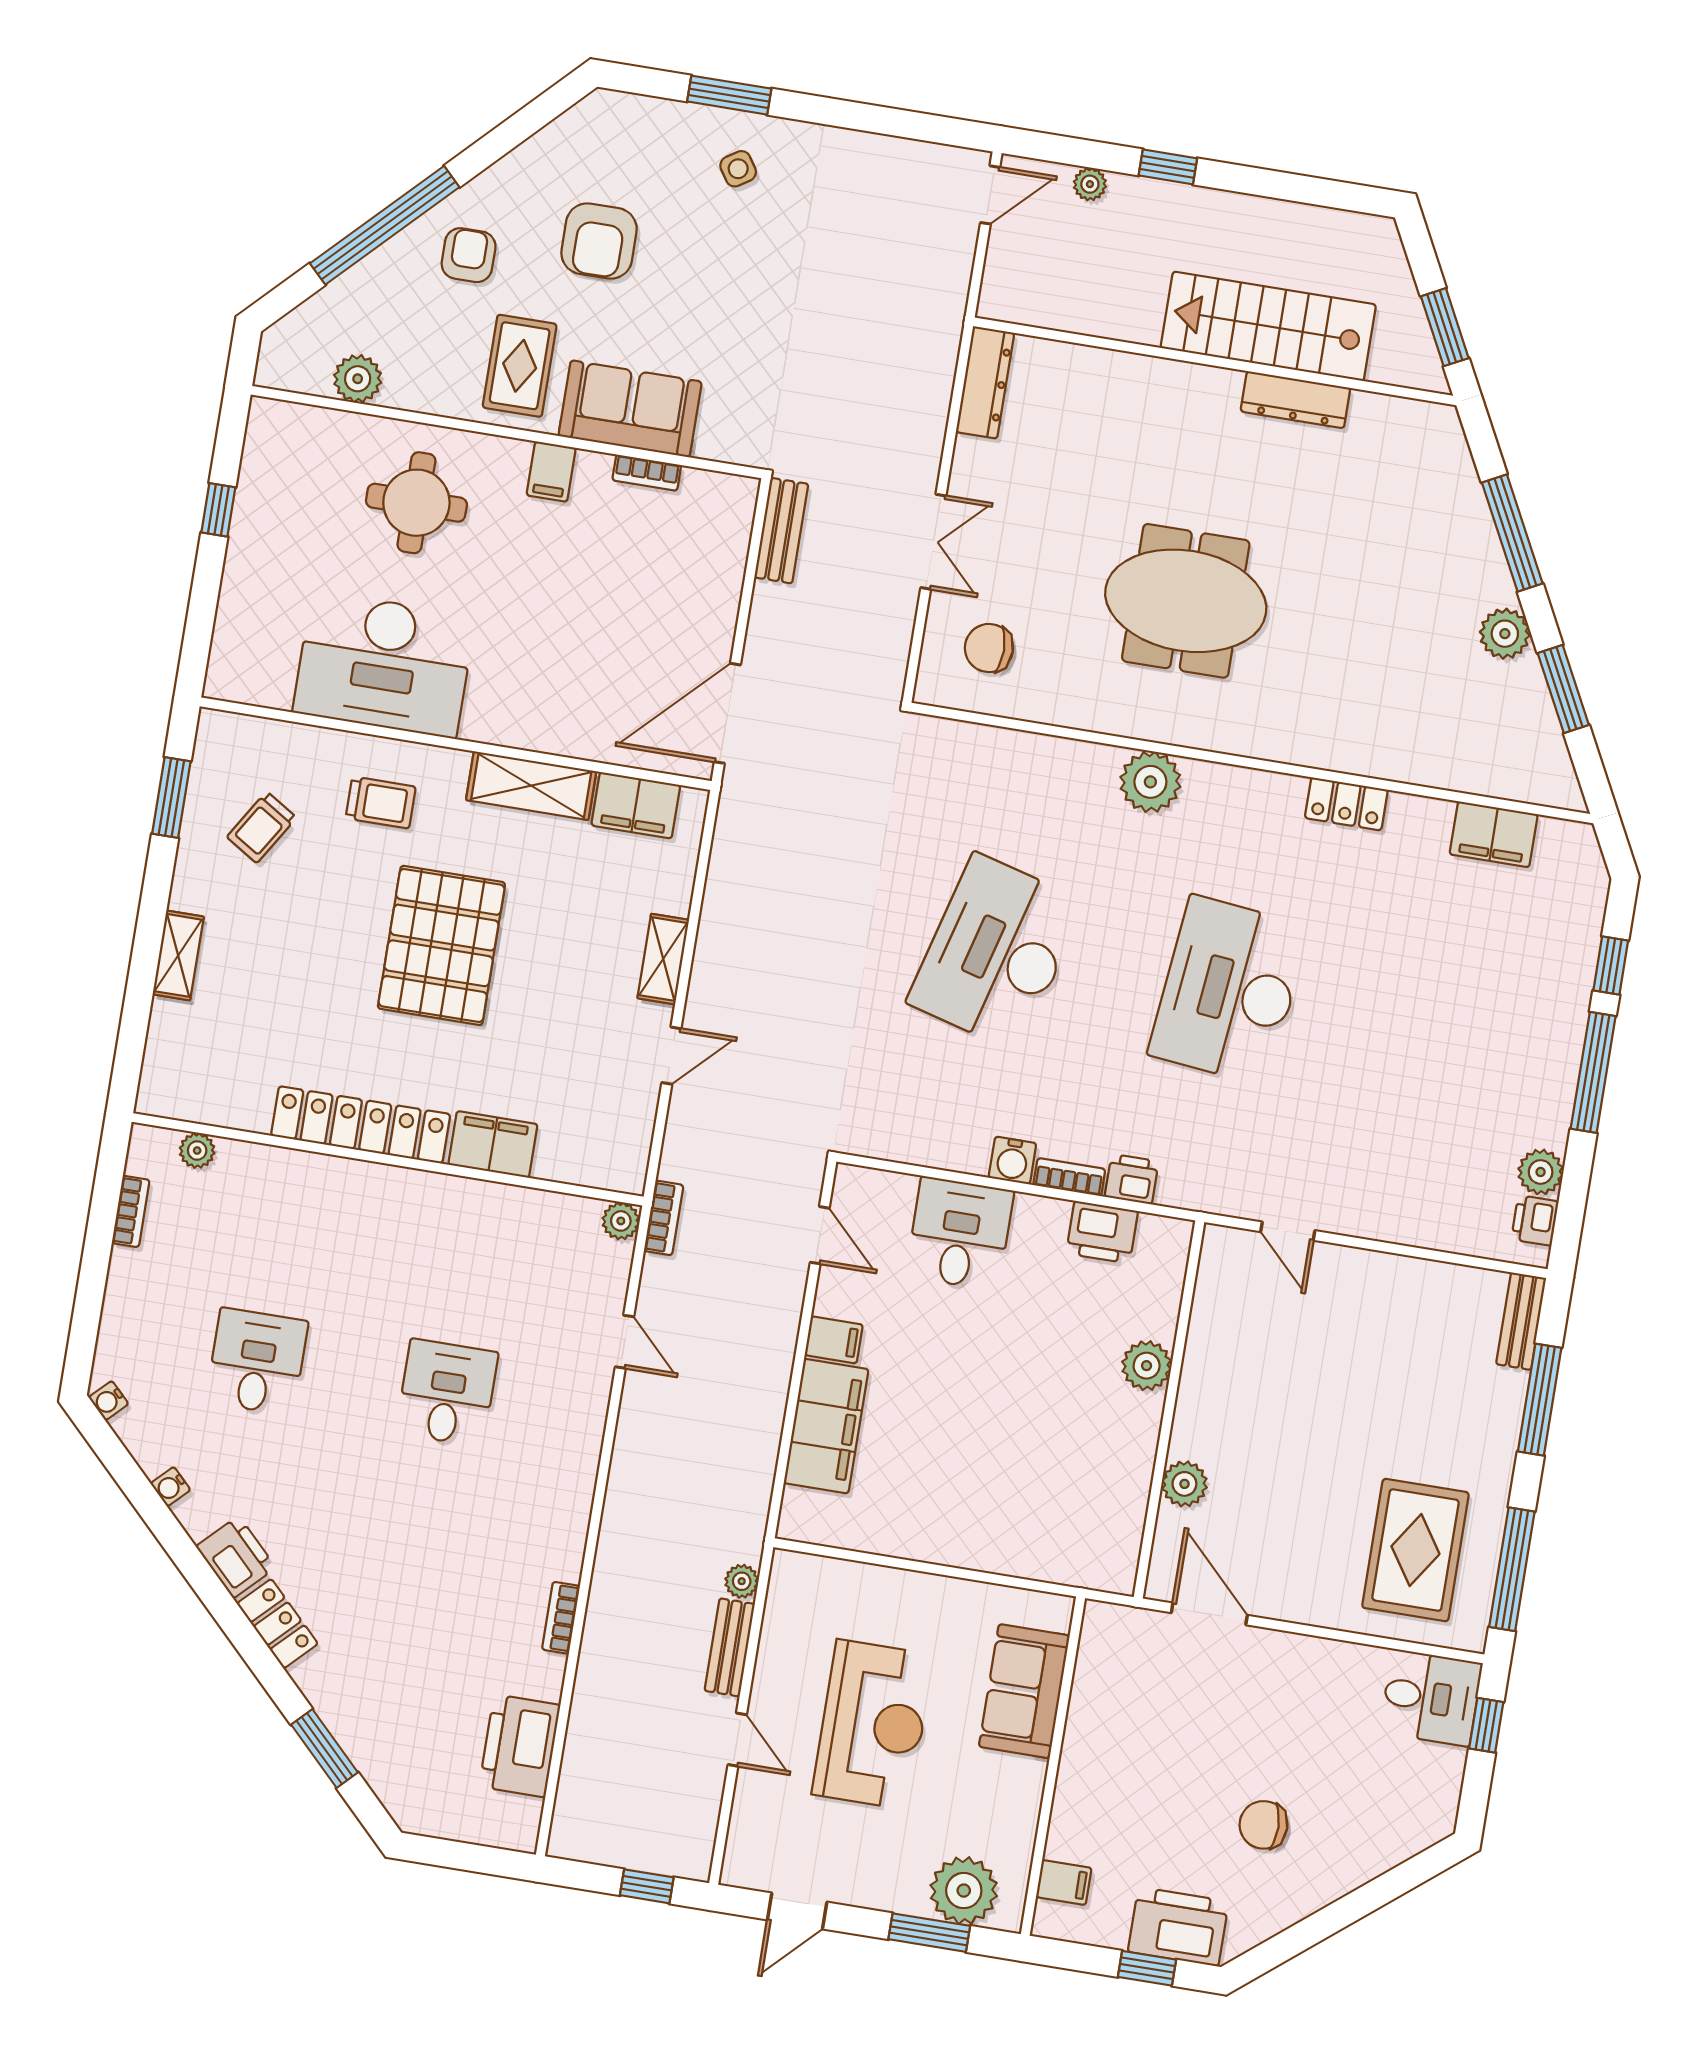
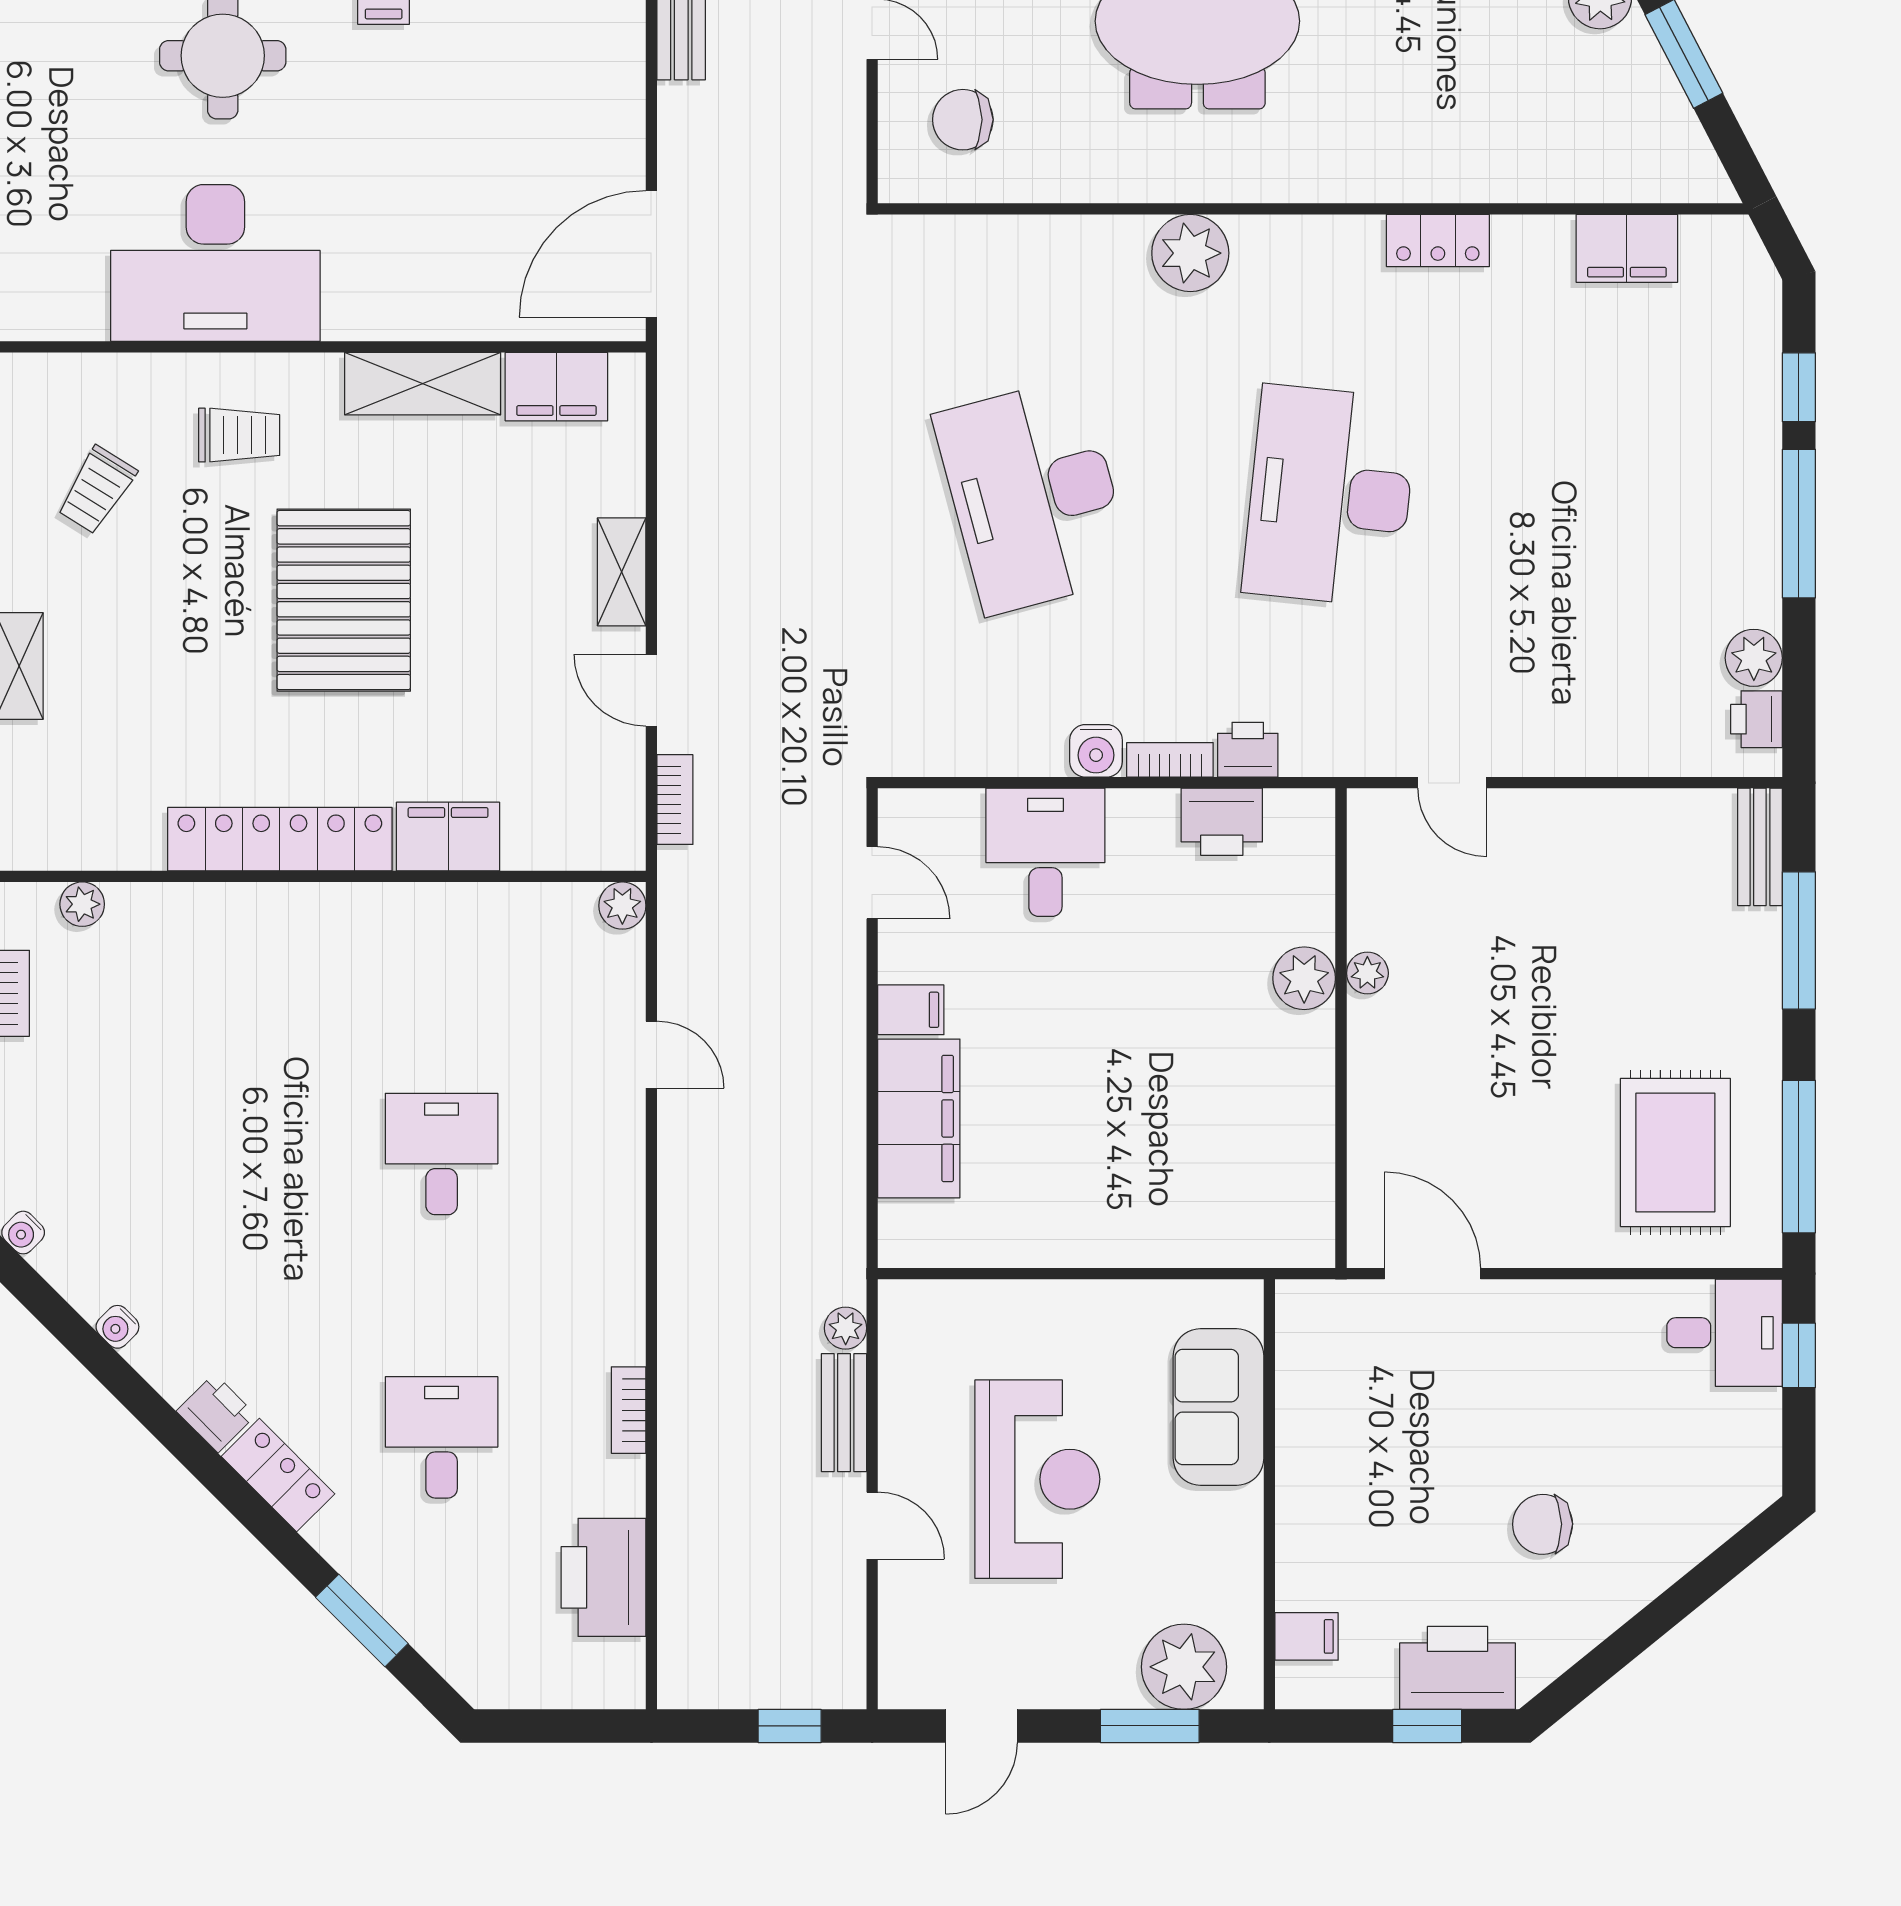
desk: (996, 952) -> (1034, 496), turned -30
door: (671, 1056) -> (651, 690), swing flipped
bookcase: (664, 1218) -> (675, 800), moved
desk: (257, 1362) -> (442, 1437), moved
plant: (1184, 1484) -> (1367, 973), moved, width x0.73, depth x0.73
printer: (236, 1557) -> (216, 1413), width x0.73, depth x0.81

